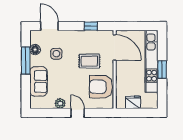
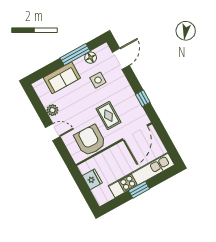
door: (78, 113) -> (53, 132), hinge flipped

